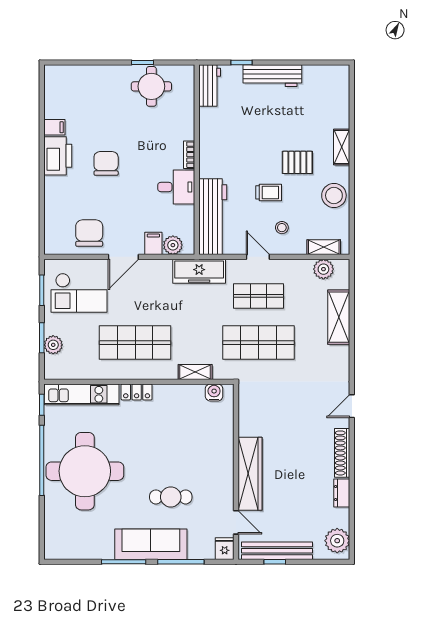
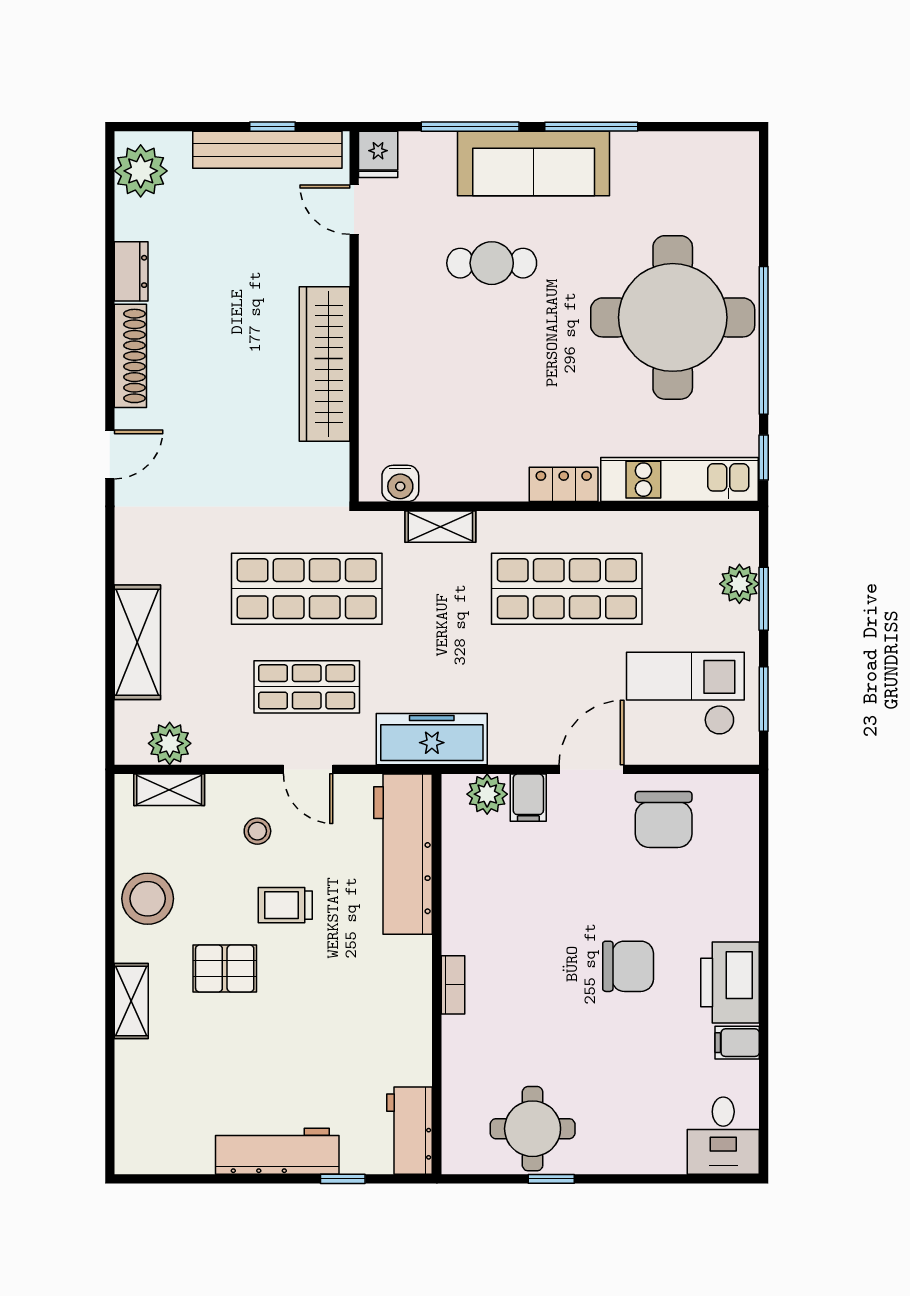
chair: (106, 163) -> (628, 966), turned -90
desk: (176, 187) -> (723, 1136), moved, turned -90
wardrobe: (250, 474) -> (325, 364), moved

